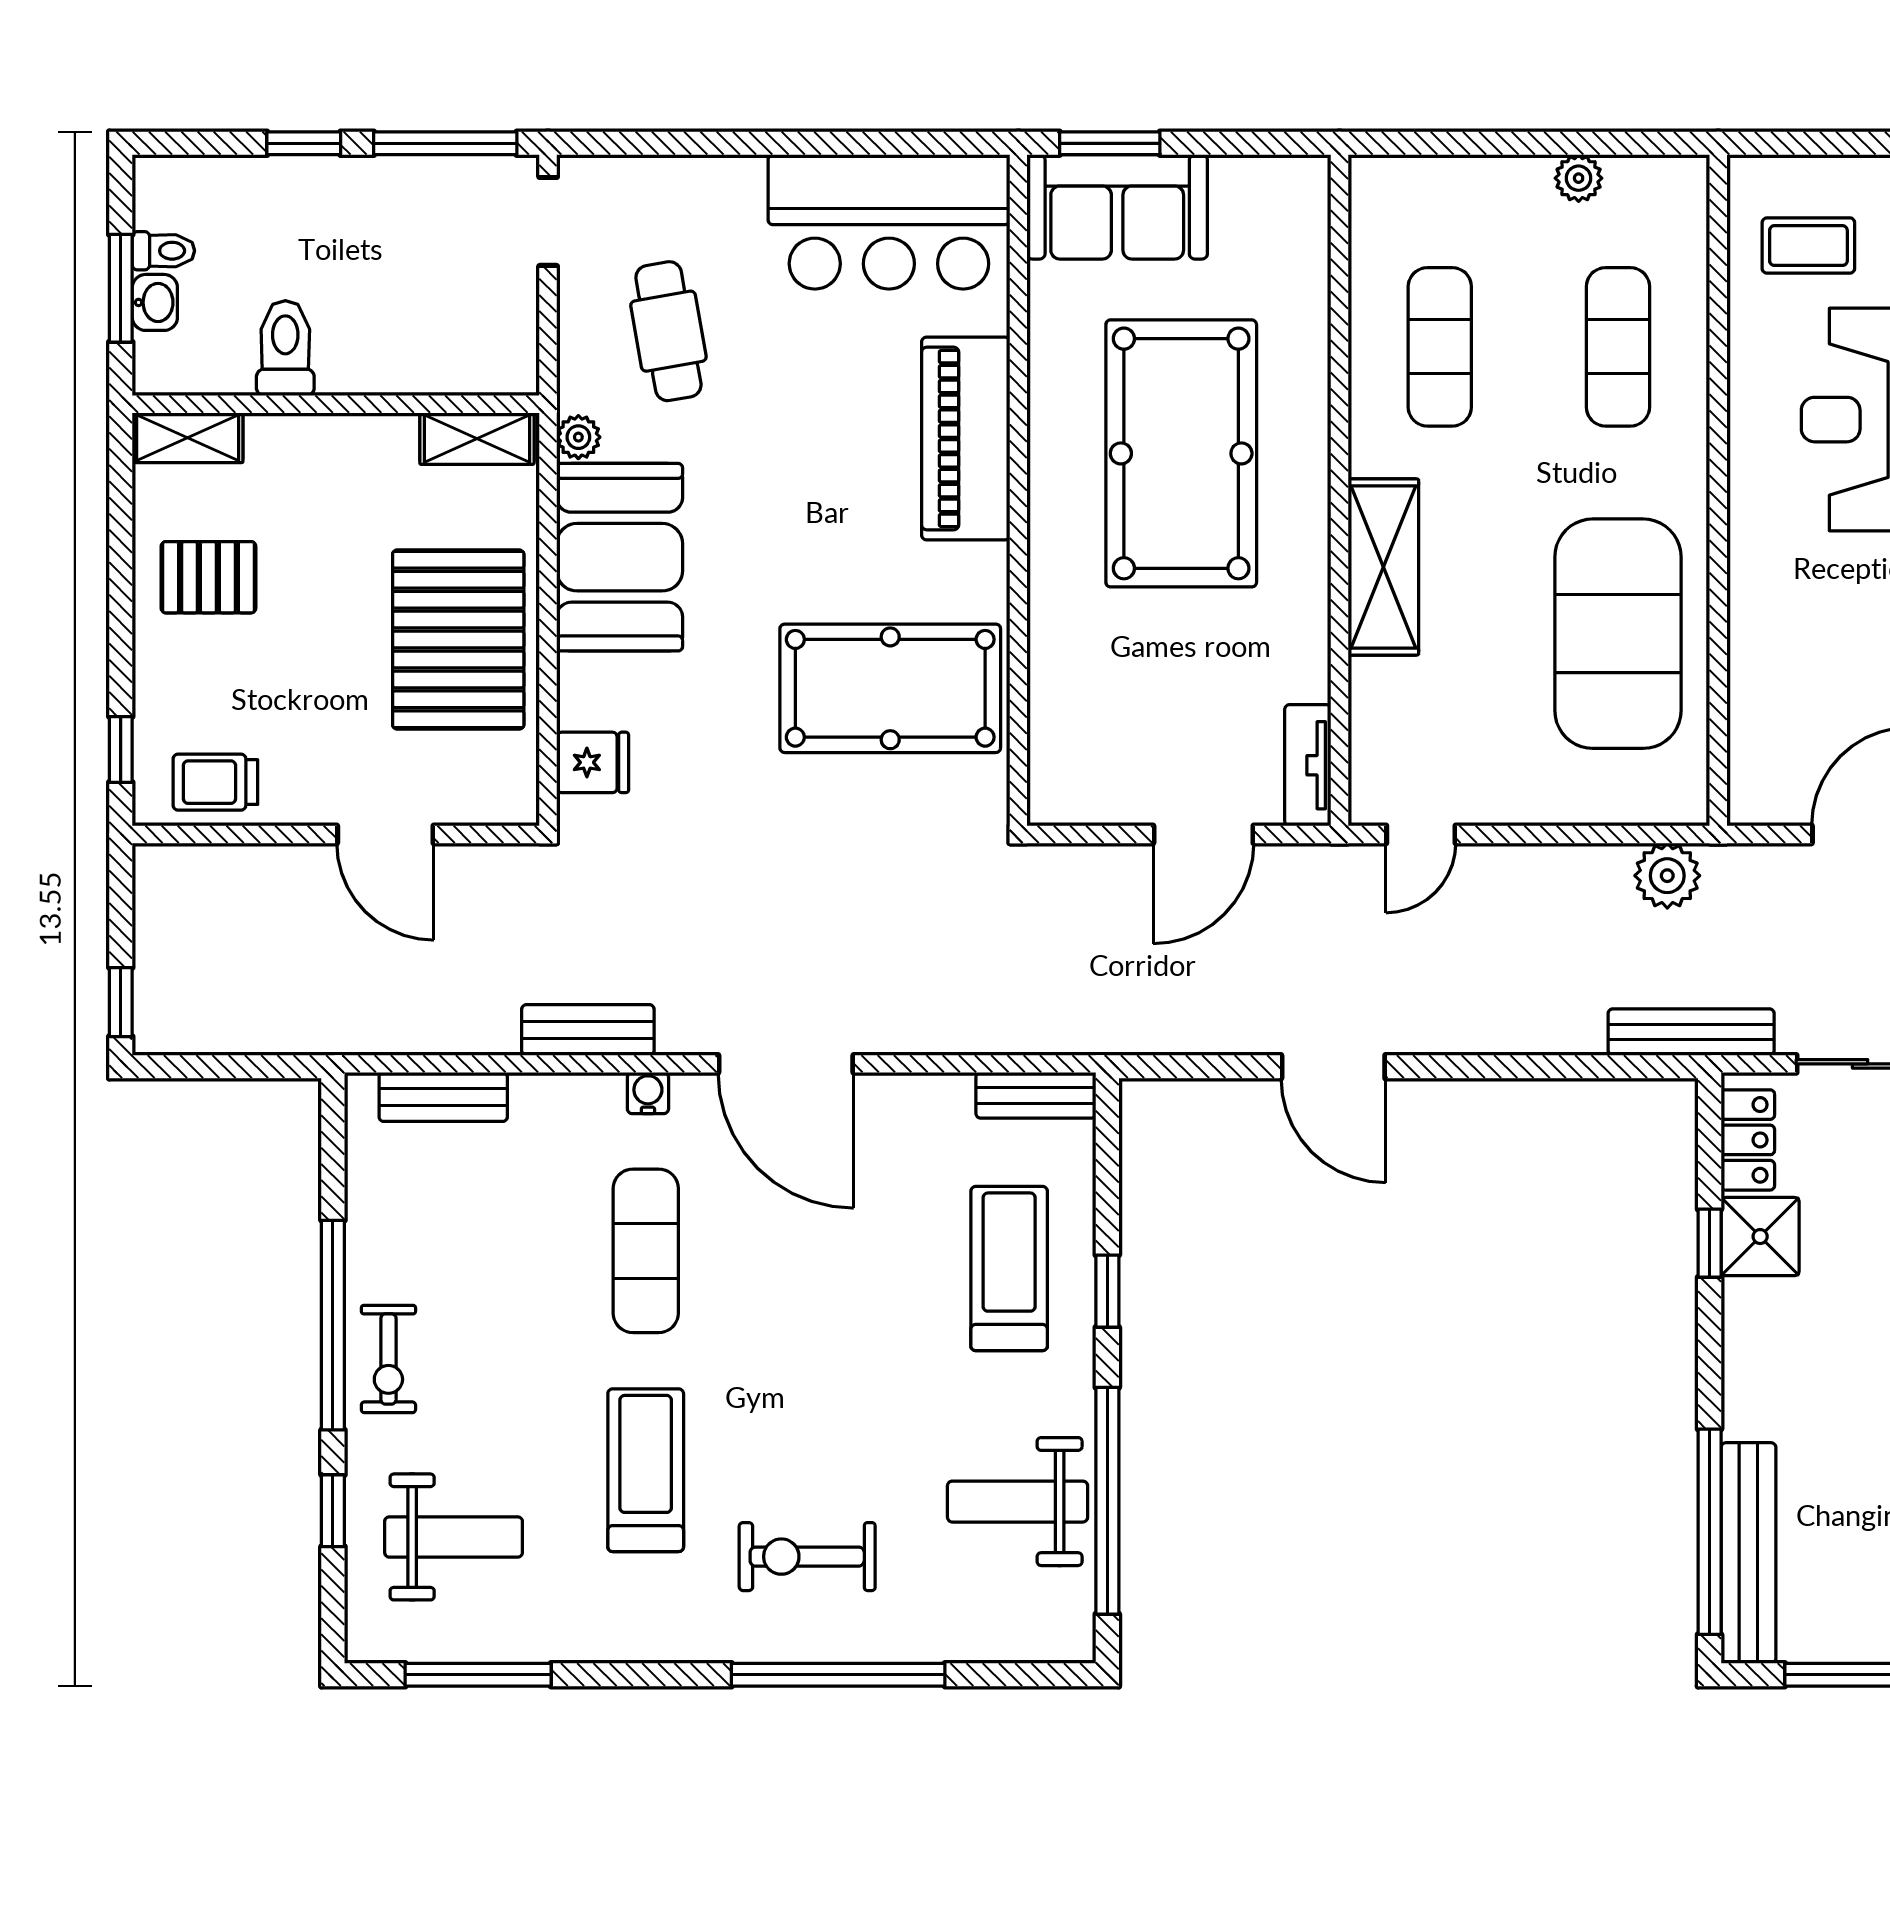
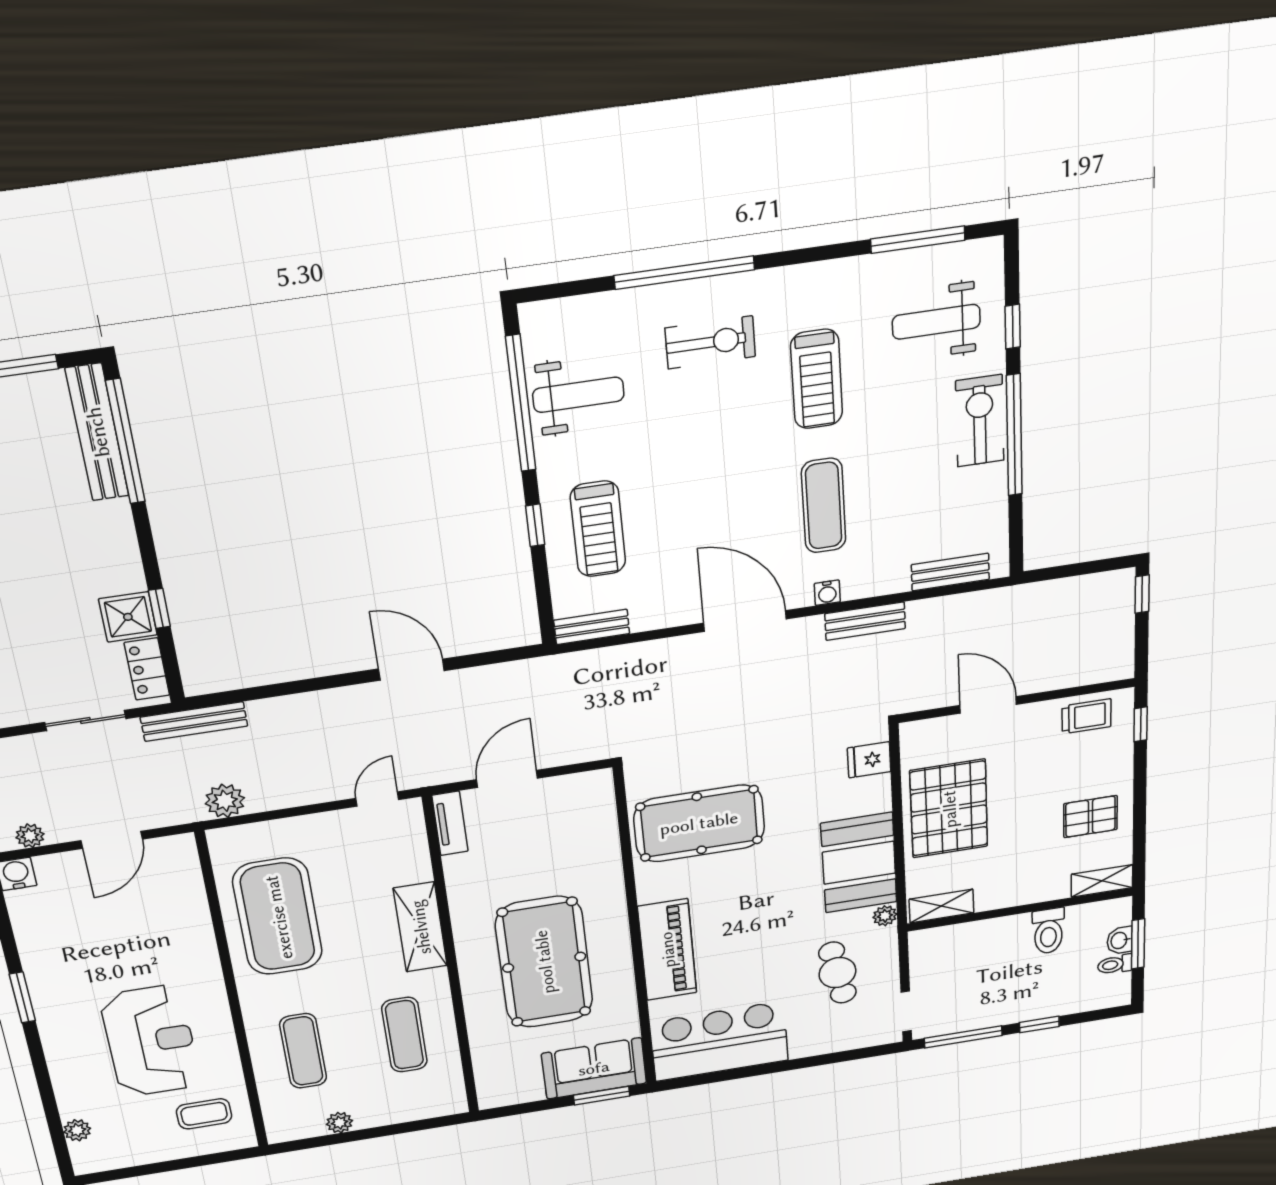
exercise bike: (388, 1359) -> (980, 421), width x1.38, depth x1.39

